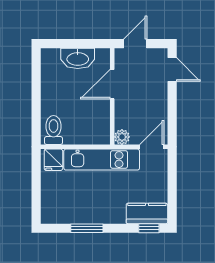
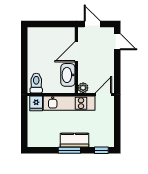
door: (135, 44) -> (92, 24), hinge flipped
washbasin: (78, 58) -> (68, 75), moved, turned 90
kitchen counter: (147, 213) -> (75, 140), moved
window: (87, 228) -> (69, 150), moved

